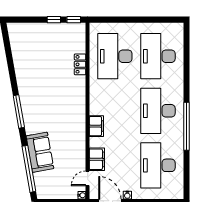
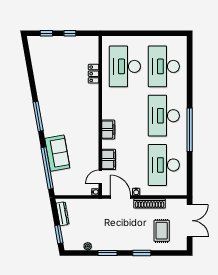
window: (74, 20) -> (46, 33), moved

